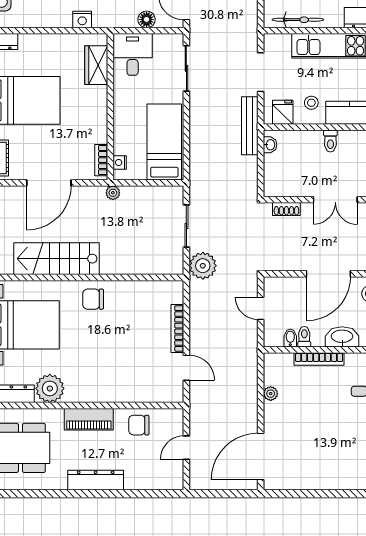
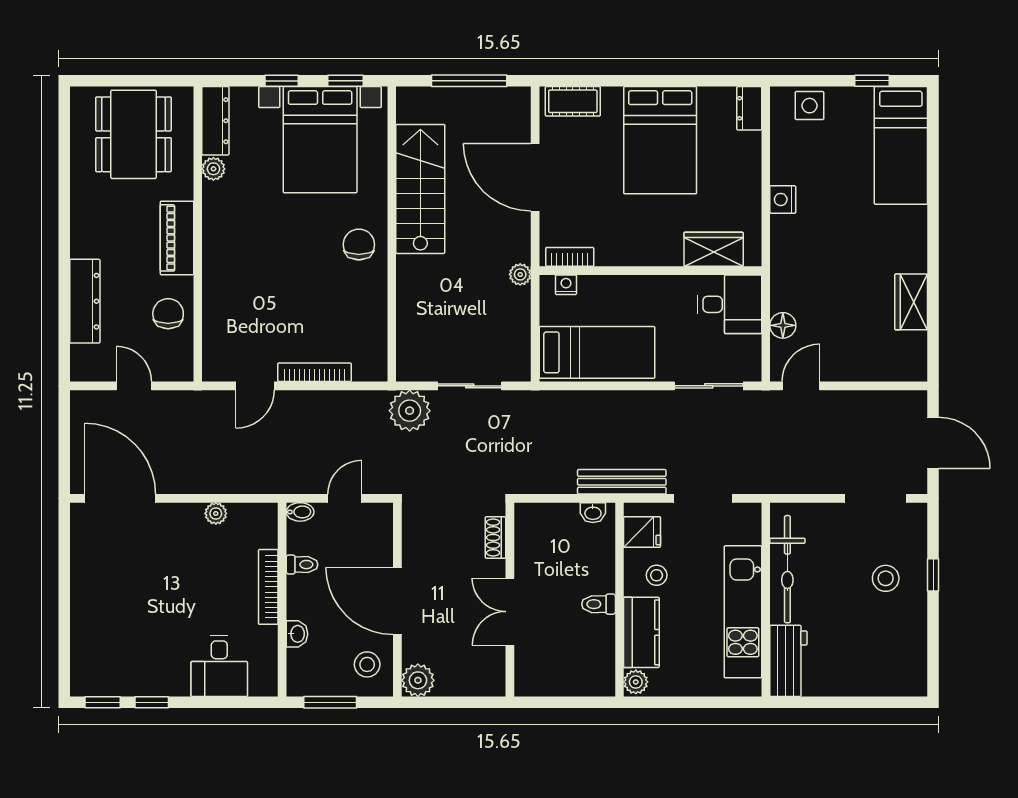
nightstand: (82, 19) -> (783, 199), moved
bicycle: (298, 20) -> (787, 569), width x1.37, depth x1.40
washbasin: (342, 337) -> (297, 634), width x0.52, depth x0.69
bidet: (290, 338) -> (300, 512), moved
plant: (50, 388) -> (213, 169), width x0.53, depth x0.53
dresser: (96, 480) -> (85, 301), moved

